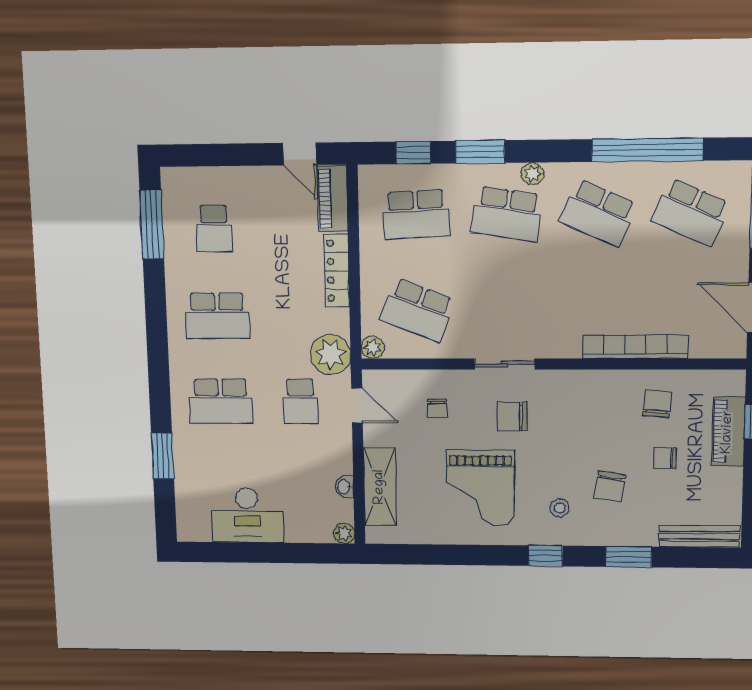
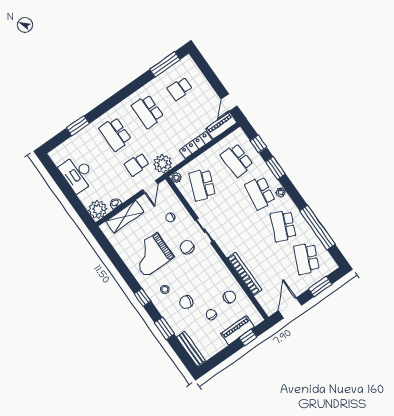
plant: (344, 533) -> (98, 210), width x1.88, depth x1.88

